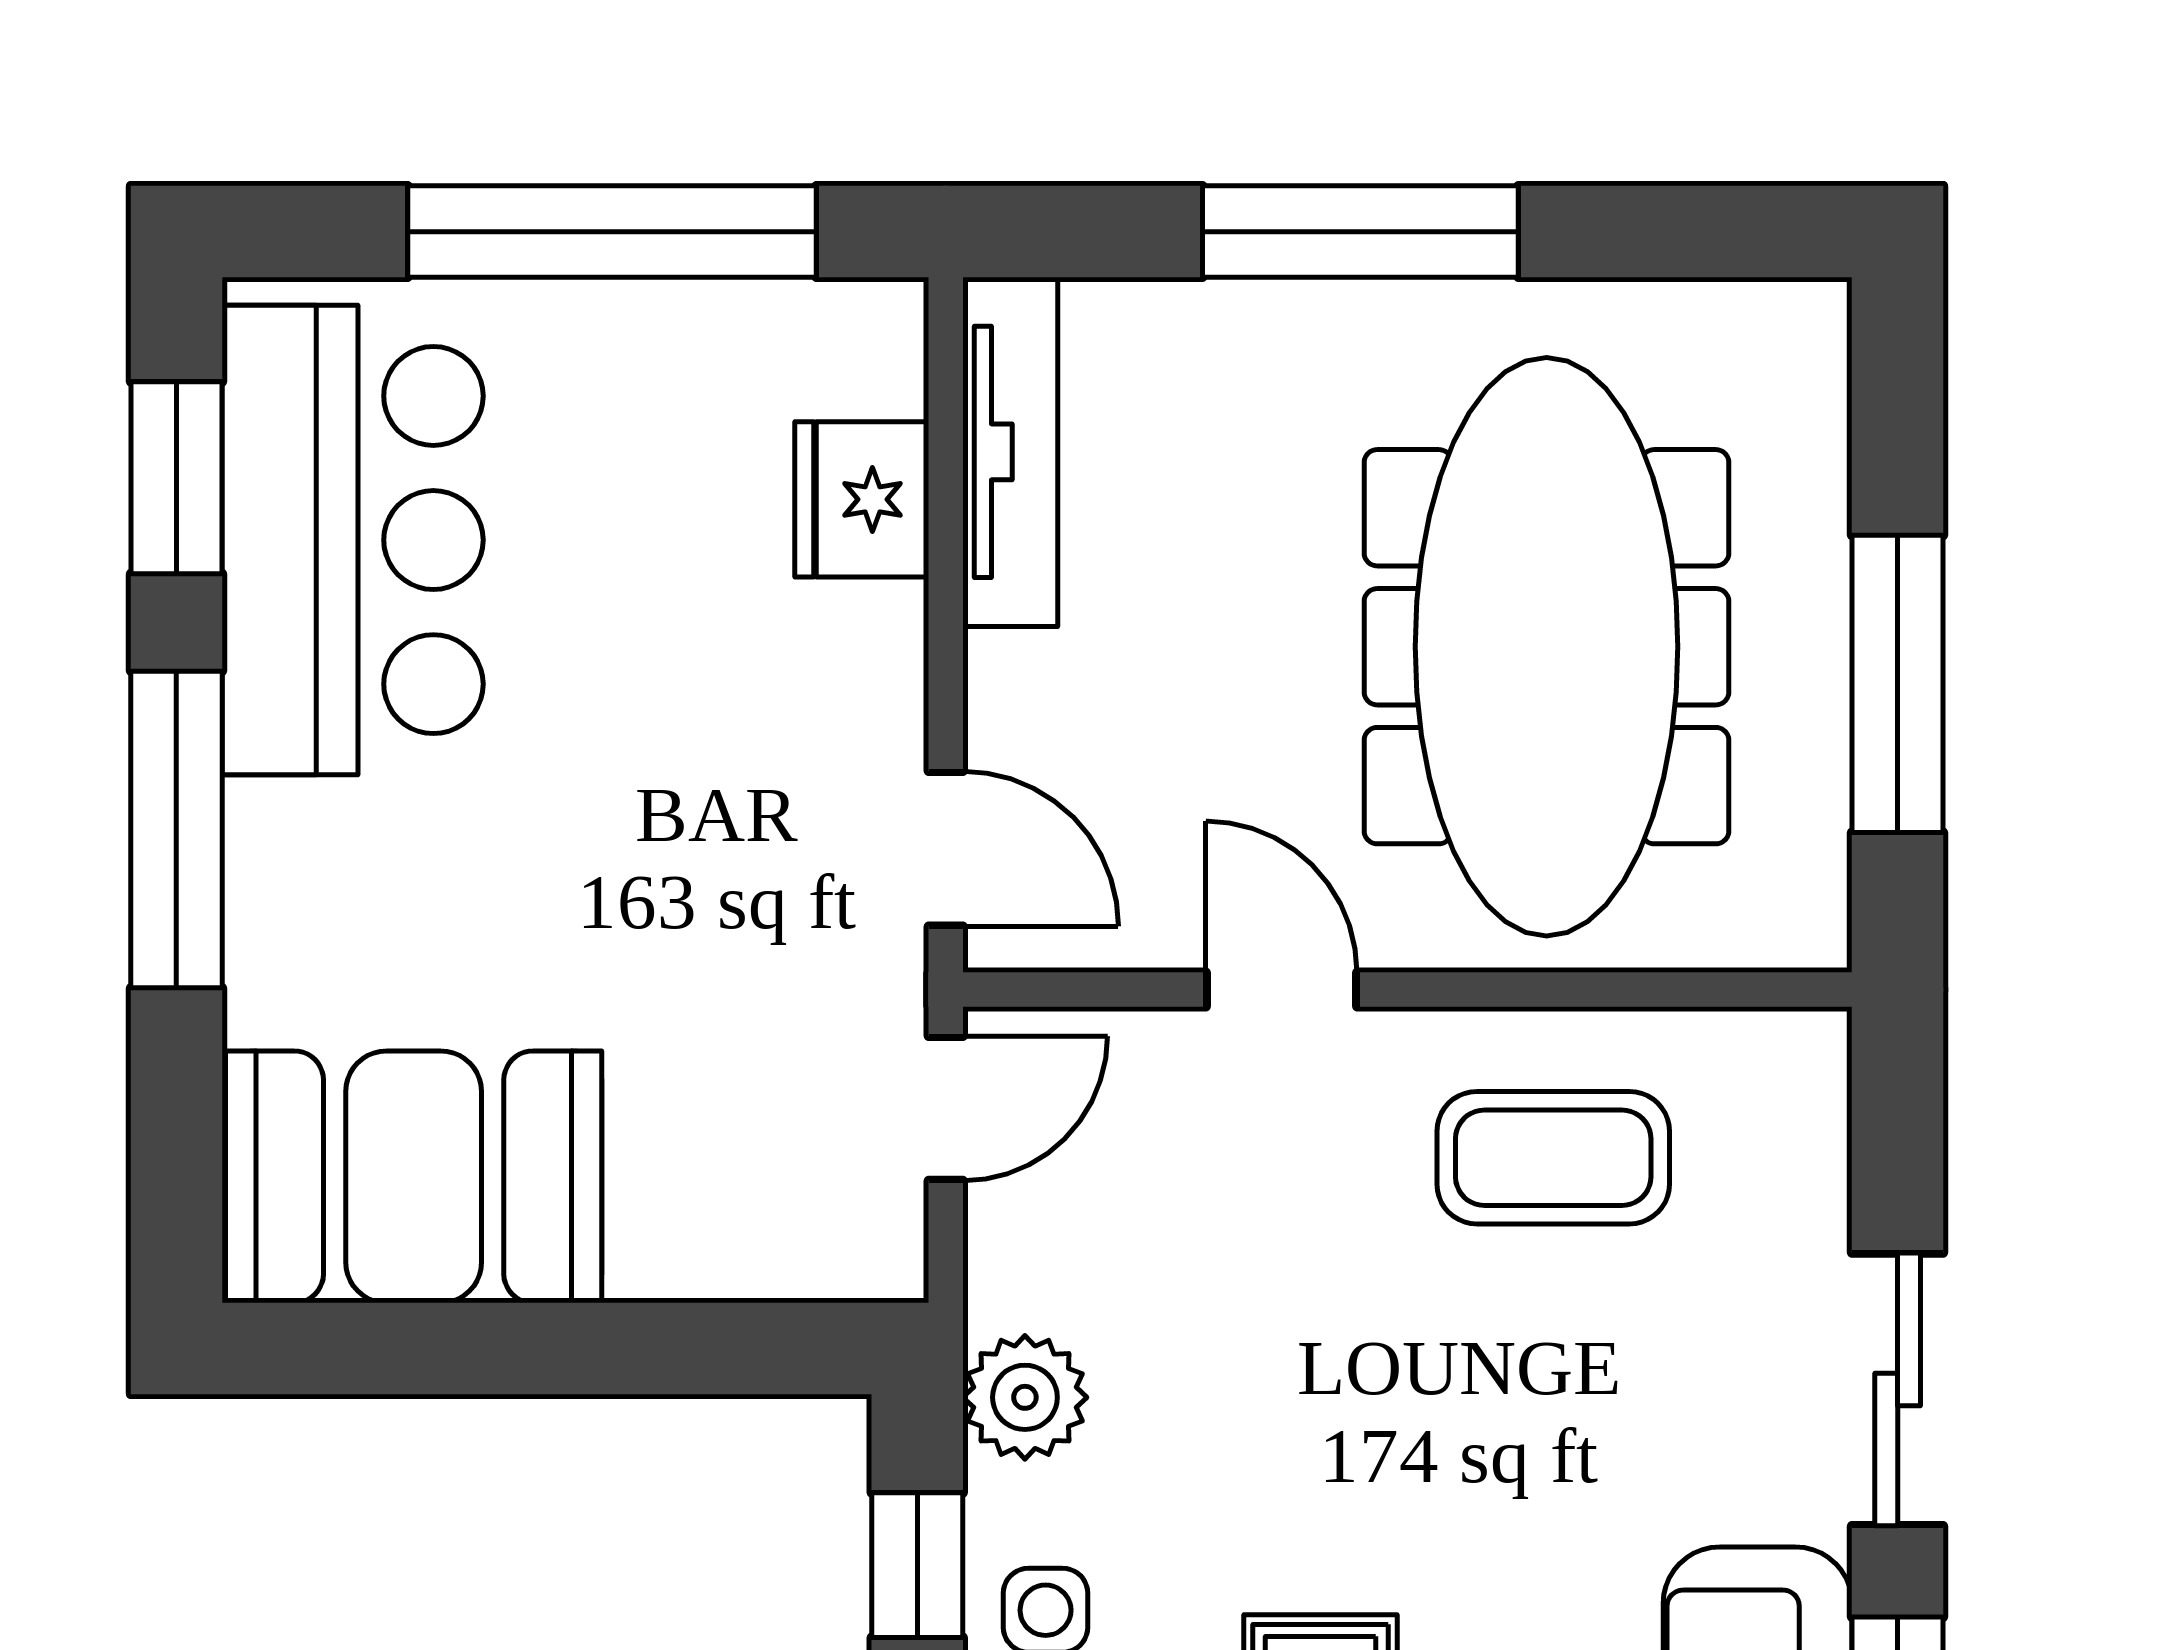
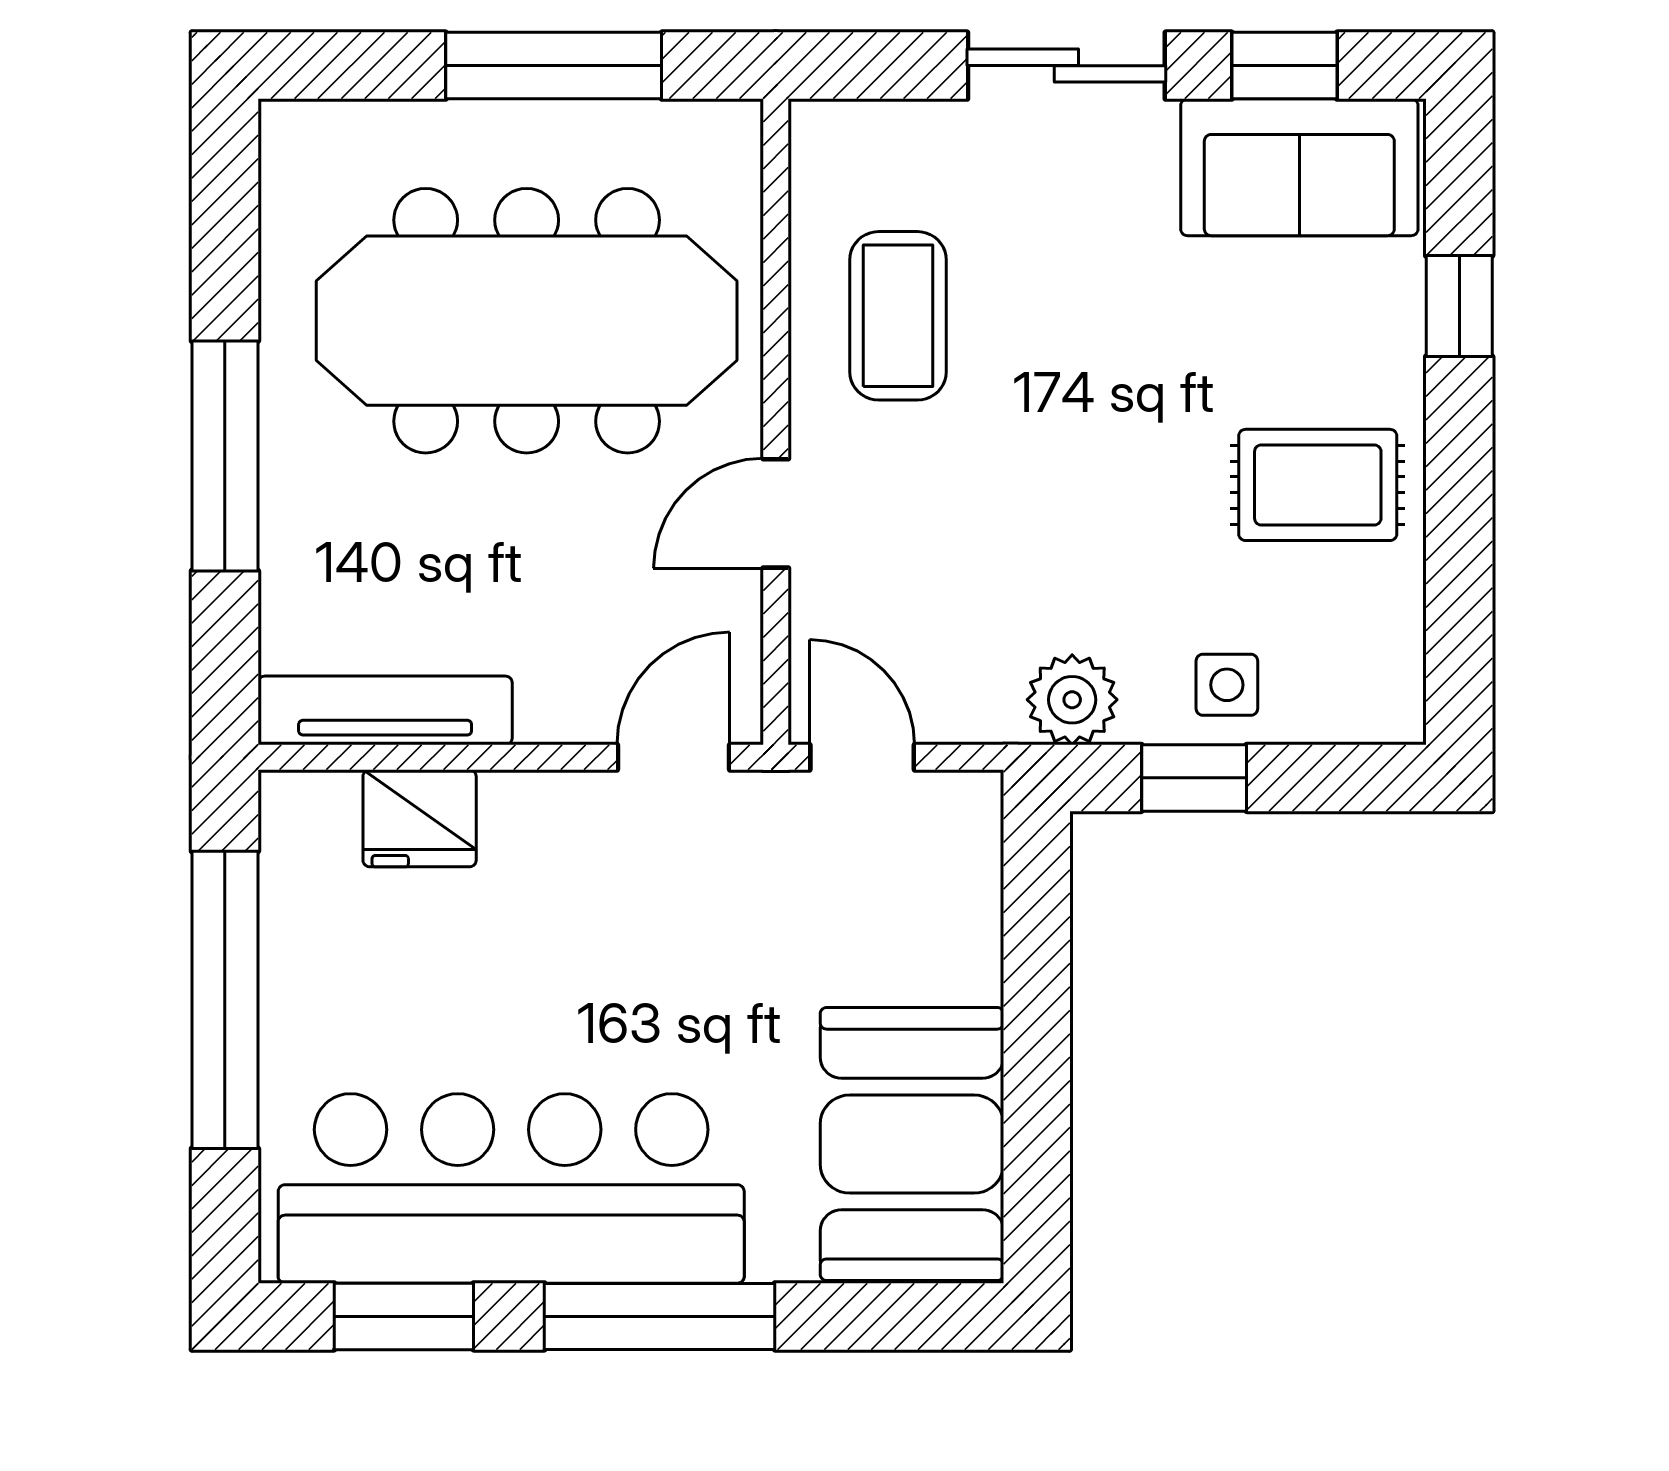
bar counter: (353, 540) -> (511, 1188), width x1.36

